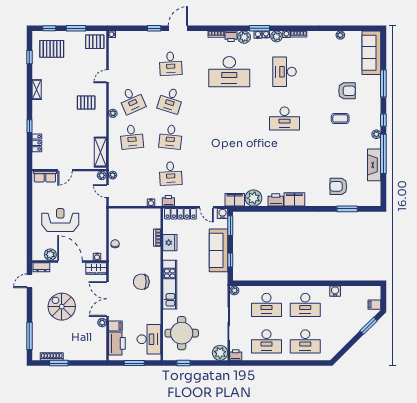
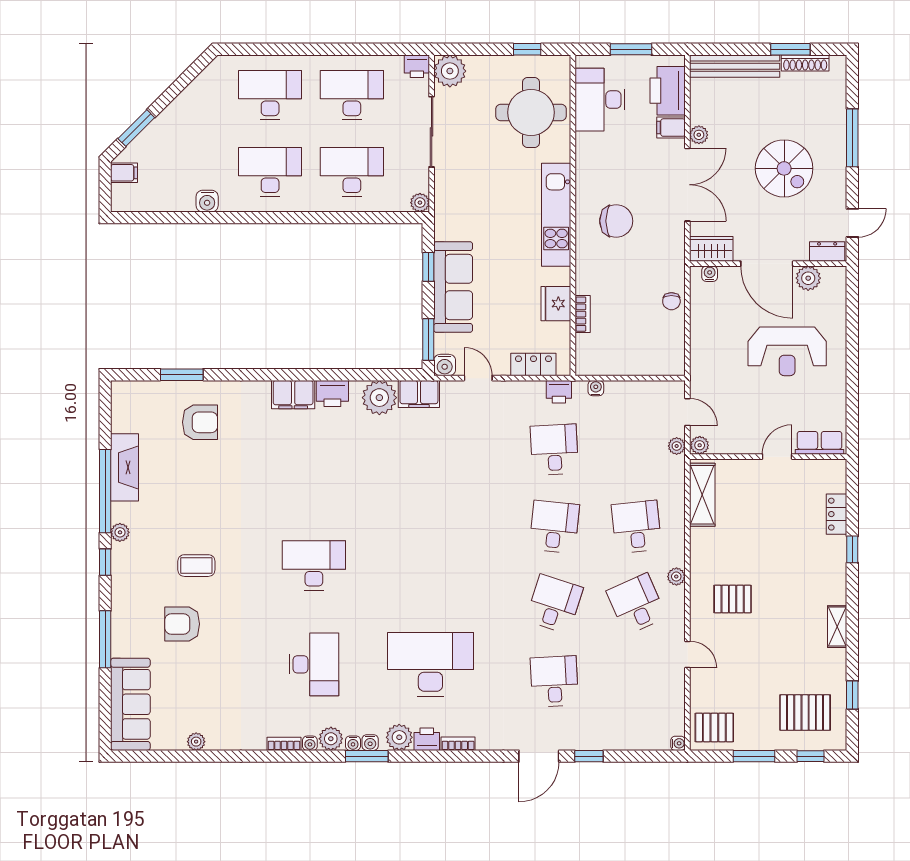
door: (108, 76) -> (687, 654), hinge flipped
locker: (180, 214) -> (533, 364), width x0.66
window: (29, 336) -> (852, 138), moved
bench: (85, 355) -> (735, 66), added

